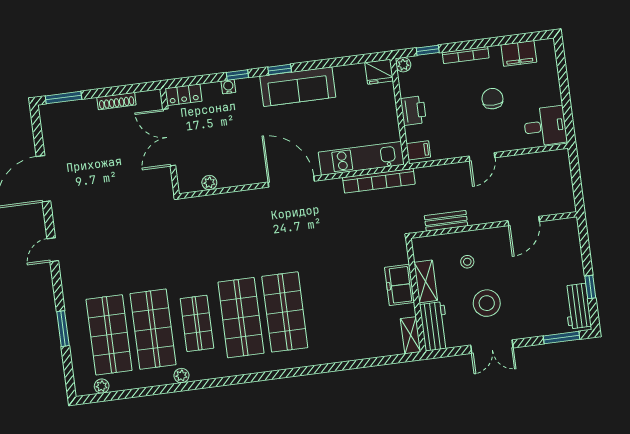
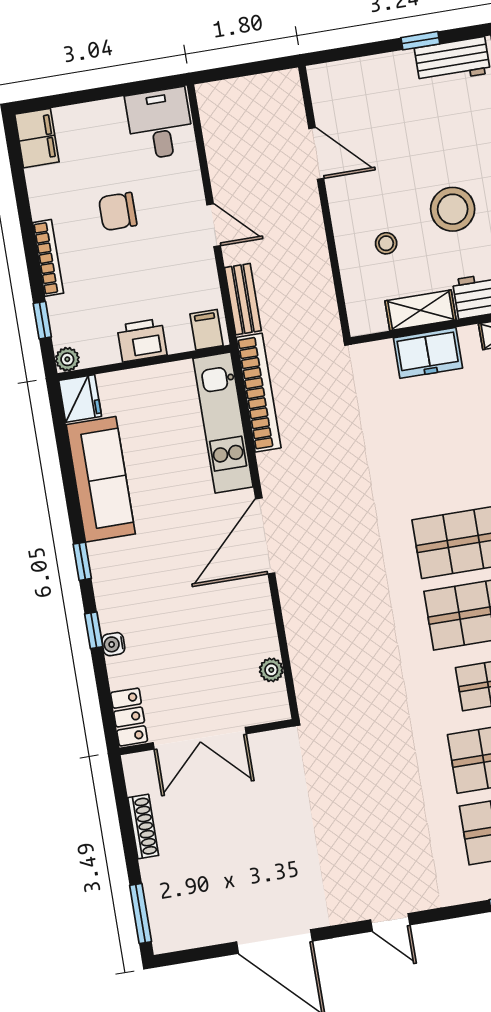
filing cabinet: (519, 53) -> (37, 138), moved
sofa: (298, 87) -> (101, 479), moved
bench: (446, 221) -> (243, 299), moved

